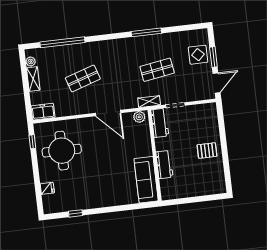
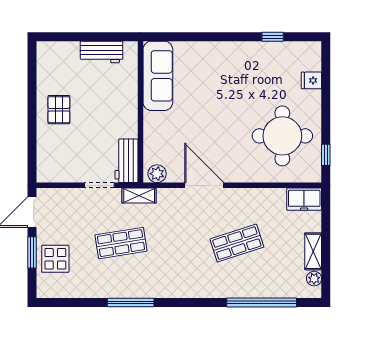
pallet: (207, 151) -> (59, 110), turned 90
workbench: (164, 165) -> (102, 52), moved, turned -90

